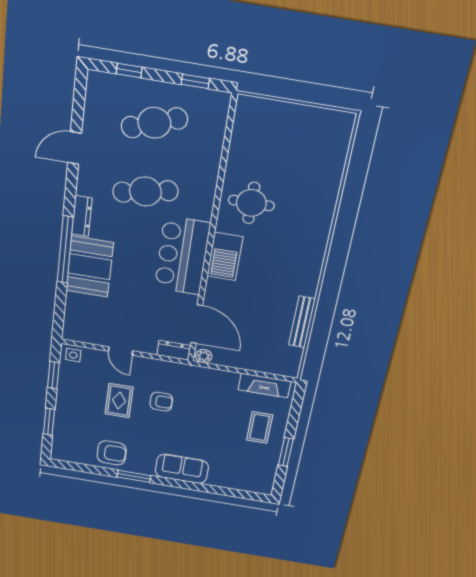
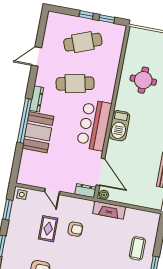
window: (129, 71) -> (86, 15), moved
round table: (251, 203) -> (143, 80), moved
fireplace: (264, 386) -> (109, 210), moved

